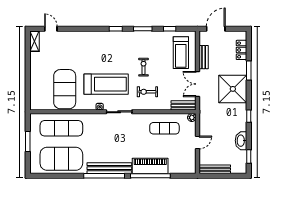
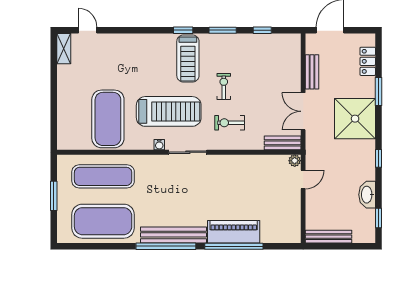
treadmill: (181, 53) -> (188, 58), moved
exercise mat: (164, 128) -> (255, 176), removed
door: (197, 142) -> (303, 179), moved

